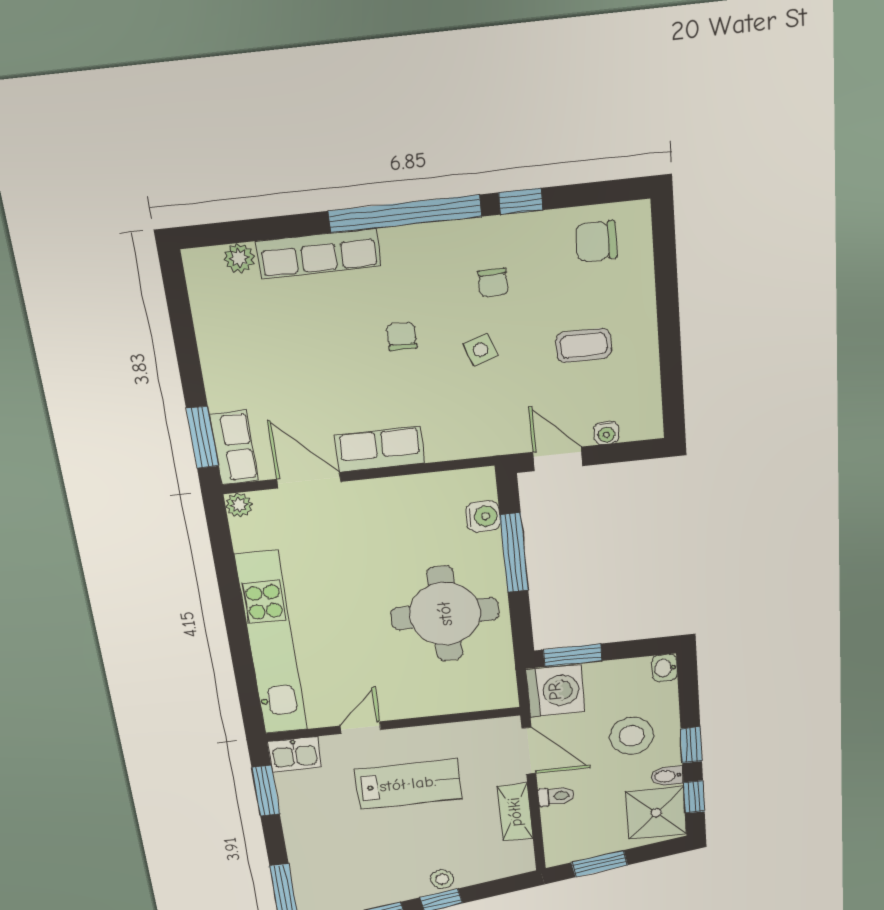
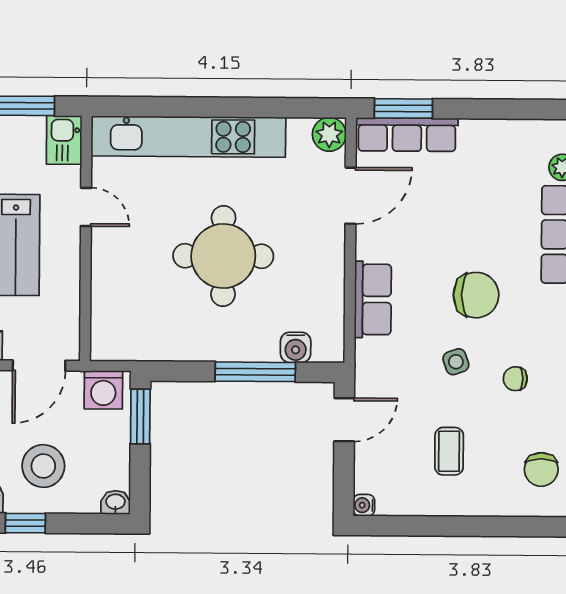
chair: (596, 241) -> (541, 469), turned 180
chair: (402, 337) -> (476, 295), width x1.87, depth x1.87
water cooler: (606, 433) -> (364, 505), moved
row of seats: (234, 447) -> (407, 135), width x1.48
row of seats: (380, 449) -> (373, 299), moved
plant: (239, 505) -> (329, 134), width x1.38, depth x1.38
round table: (445, 614) -> (223, 256), moved
washing machine: (555, 691) -> (103, 390), width x0.73, depth x0.73

